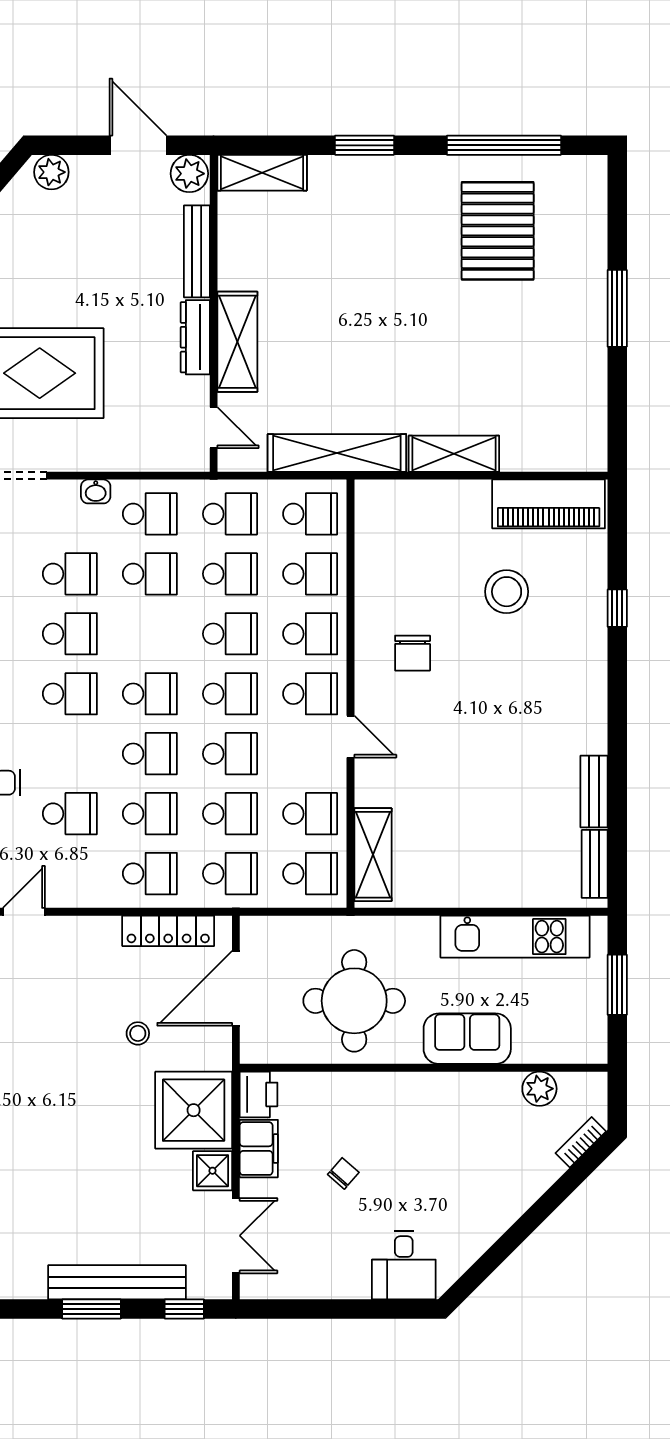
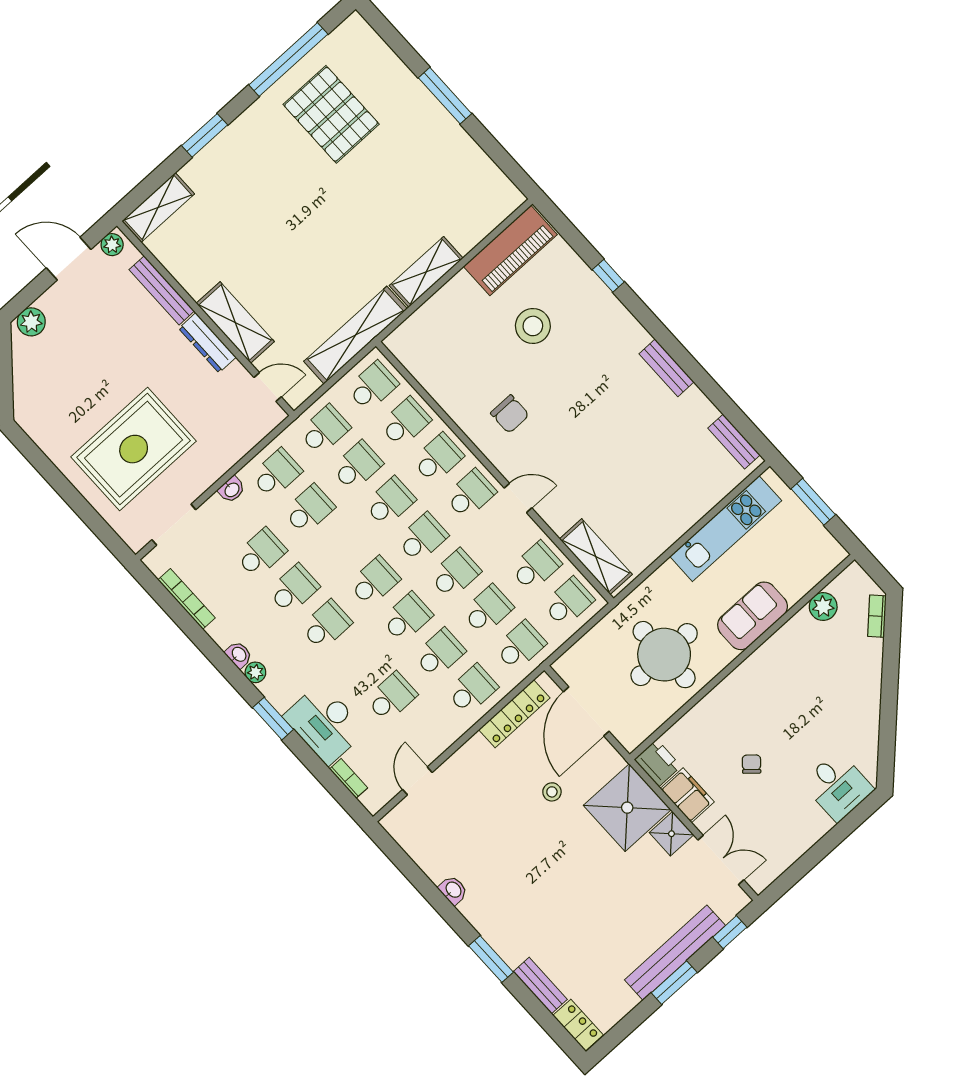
plant: (189, 174) -> (112, 245), width x0.73, depth x0.73
bench: (594, 792) -> (666, 368), moved

